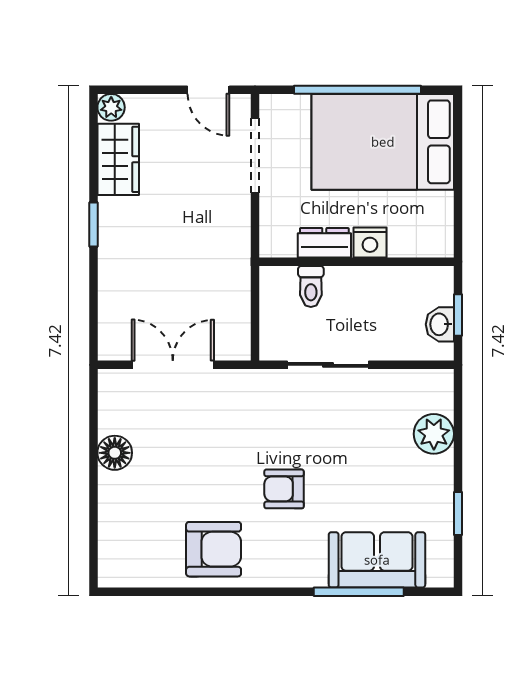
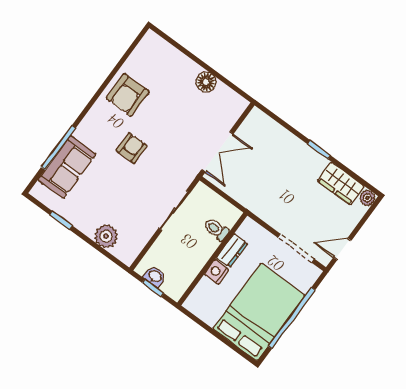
double door: (173, 365) -> (217, 152), moved

